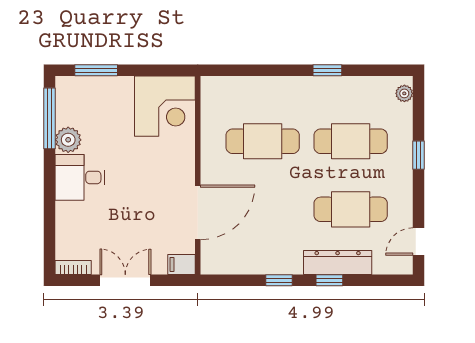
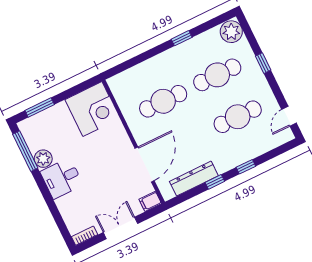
plant: (404, 93) -> (231, 32), width x1.88, depth x1.88
dresser: (338, 263) -> (194, 179), moved

